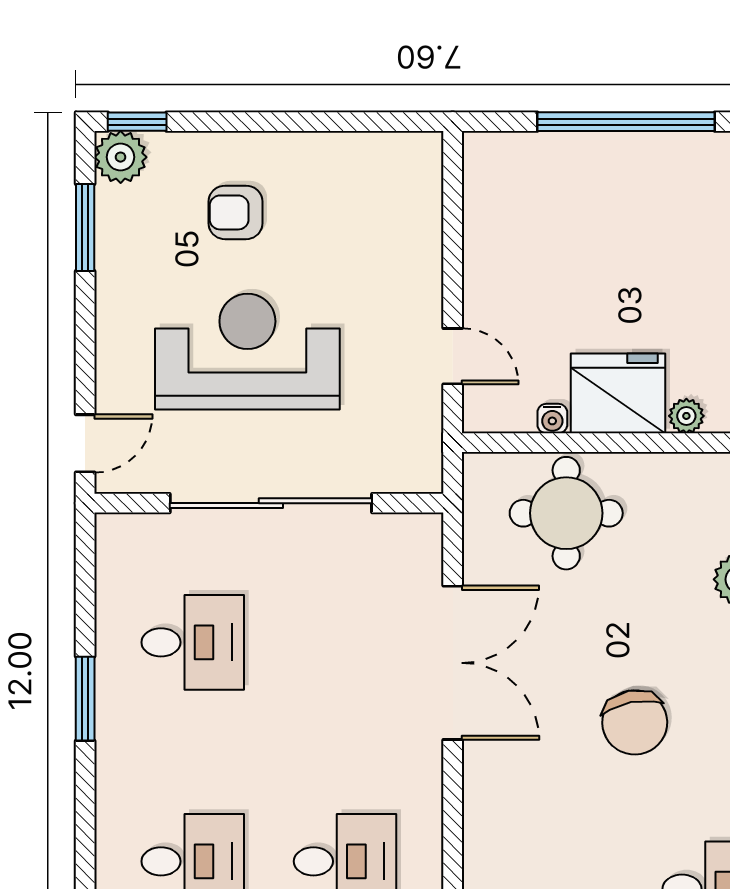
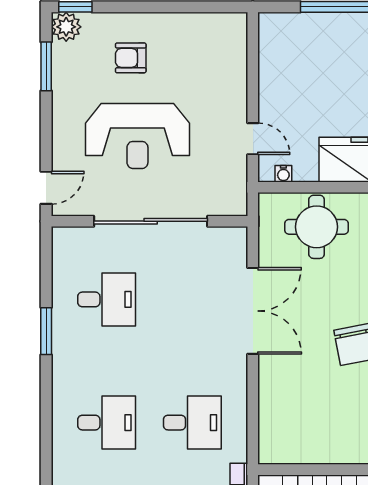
reception desk: (247, 352) -> (137, 136), turned 180
water cooler: (552, 419) -> (283, 174), moved

